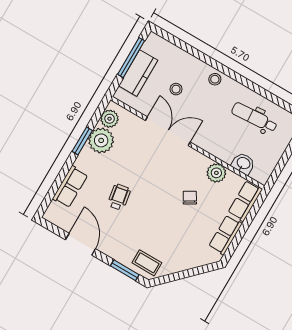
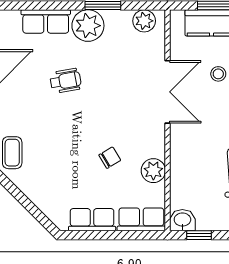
plant: (101, 140) -> (88, 26), moved
washbasin: (243, 164) -> (182, 220), moved, turned -90
window: (279, 168) -> (199, 235), added

